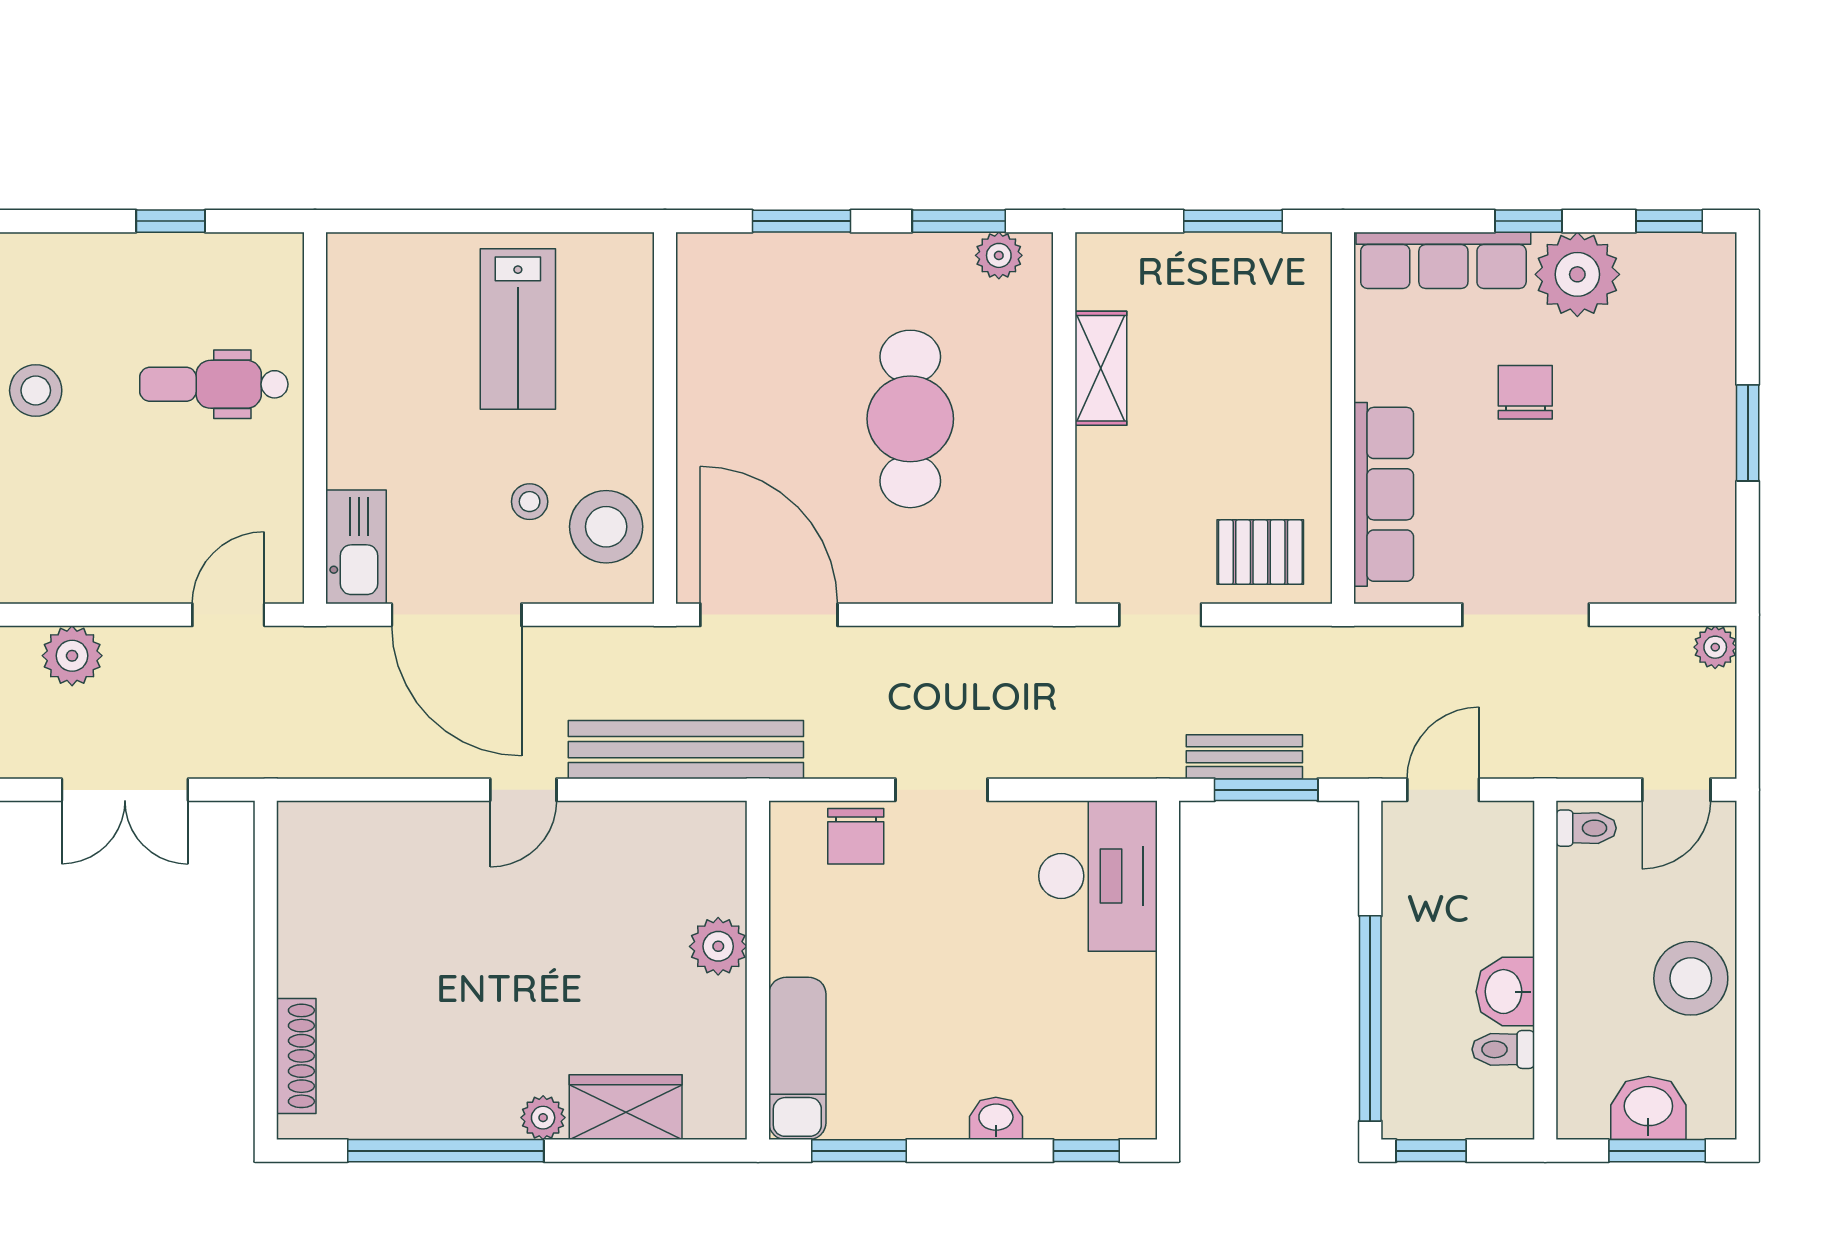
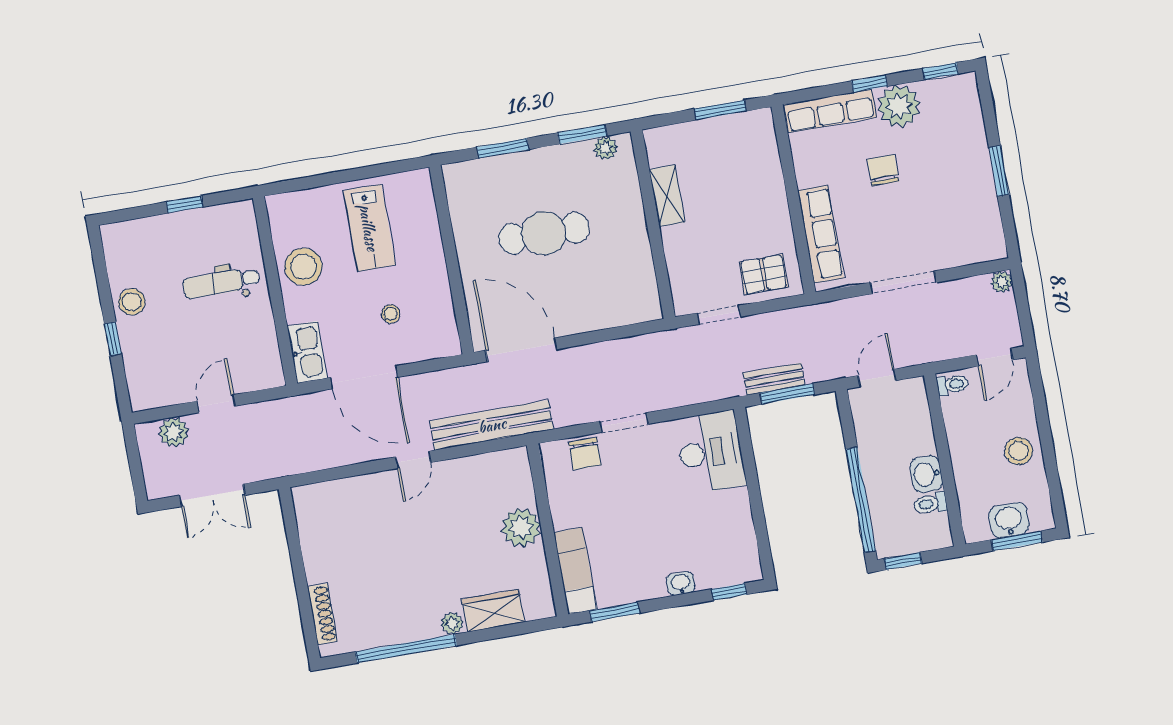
cafe table: (910, 419) -> (544, 233), moved, turned 90
stool: (606, 527) -> (303, 267), moved
door: (228, 615) -> (216, 404), moved
plant: (718, 946) -> (521, 528), width x1.36, depth x1.36
stool: (1691, 978) -> (1019, 451), width x0.73, depth x0.73

